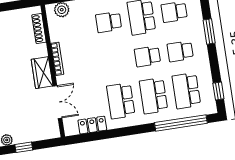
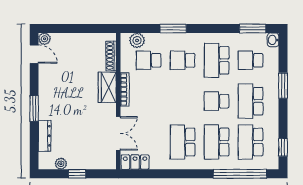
school desk: (76, 27) -> (149, 60), added
school desk: (180, 51) -> (251, 101), width x1.85
wardrobe: (42, 73) -> (107, 87), moved
locker: (92, 125) -> (135, 162), moved

